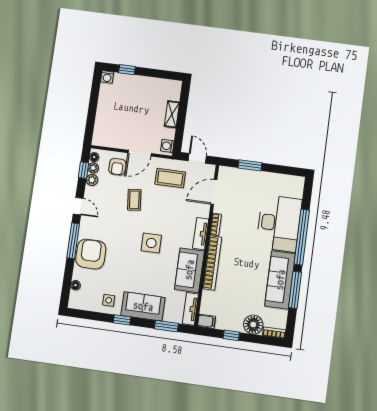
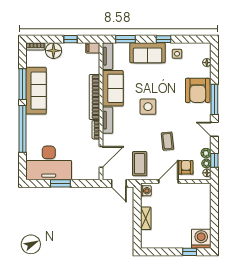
washing machine: (107, 77) -> (201, 239), width x1.89, depth x1.89
window: (250, 165) -> (60, 183), moved
coffee table: (170, 178) -> (140, 164), turned 90
desk: (279, 223) -> (49, 163), moved, turned -90

